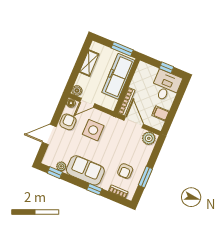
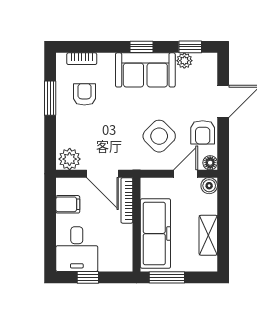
side table: (93, 130) -> (159, 136), turned 45
window: (94, 189) -> (142, 47), moved

